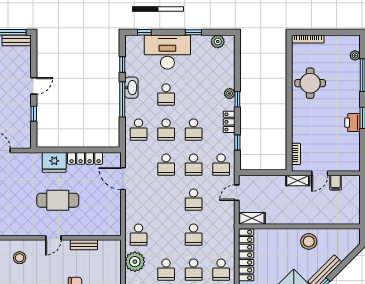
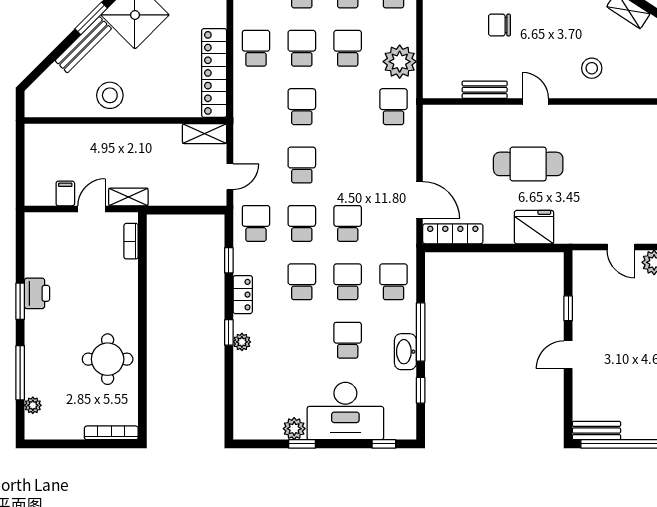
plant: (218, 41) -> (294, 429), moved
locker: (85, 158) -> (453, 234), moved
door: (53, 238) -> (535, 102), hinge flipped

